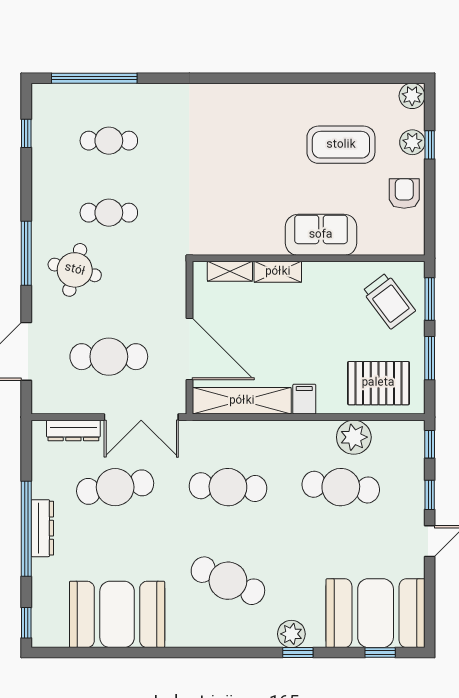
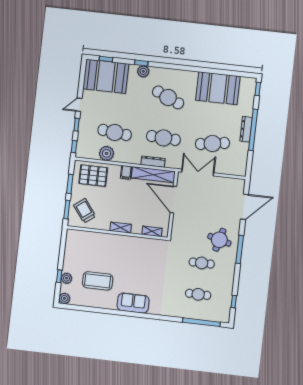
armchair: (404, 194) -> (73, 256), removed
sofa: (321, 235) -> (133, 303), moved, turned 180
shelving: (278, 272) -> (121, 228), moved
cafe table: (109, 357) -> (209, 200), removed
dresser: (73, 430) -> (153, 162), moved

